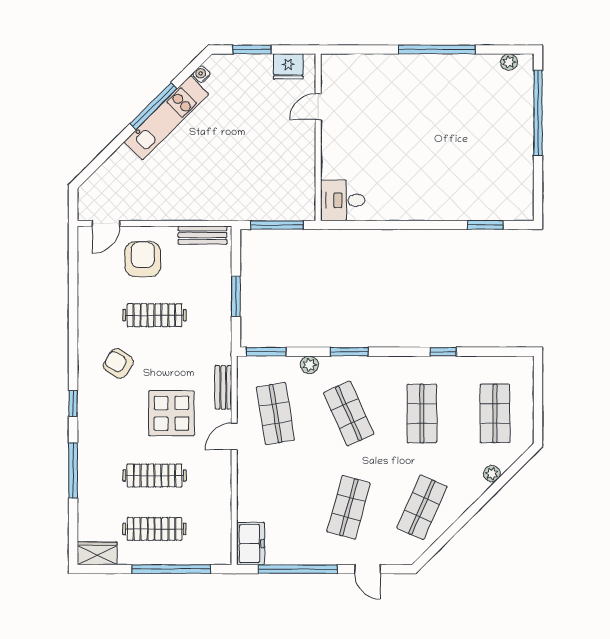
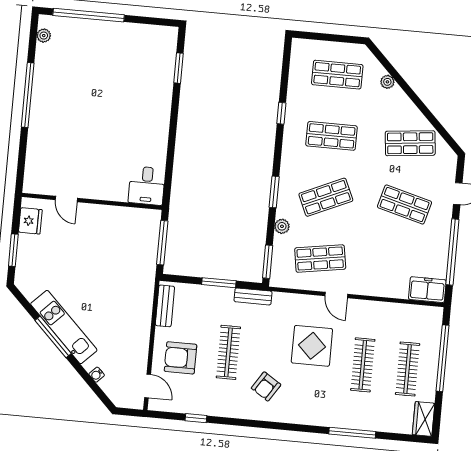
water cooler: (201, 74) -> (97, 375), moved
bench: (223, 387) -> (253, 296), moved
window: (73, 403) -> (196, 418), moved
shop shelf: (422, 507) -> (410, 143), turned -30

